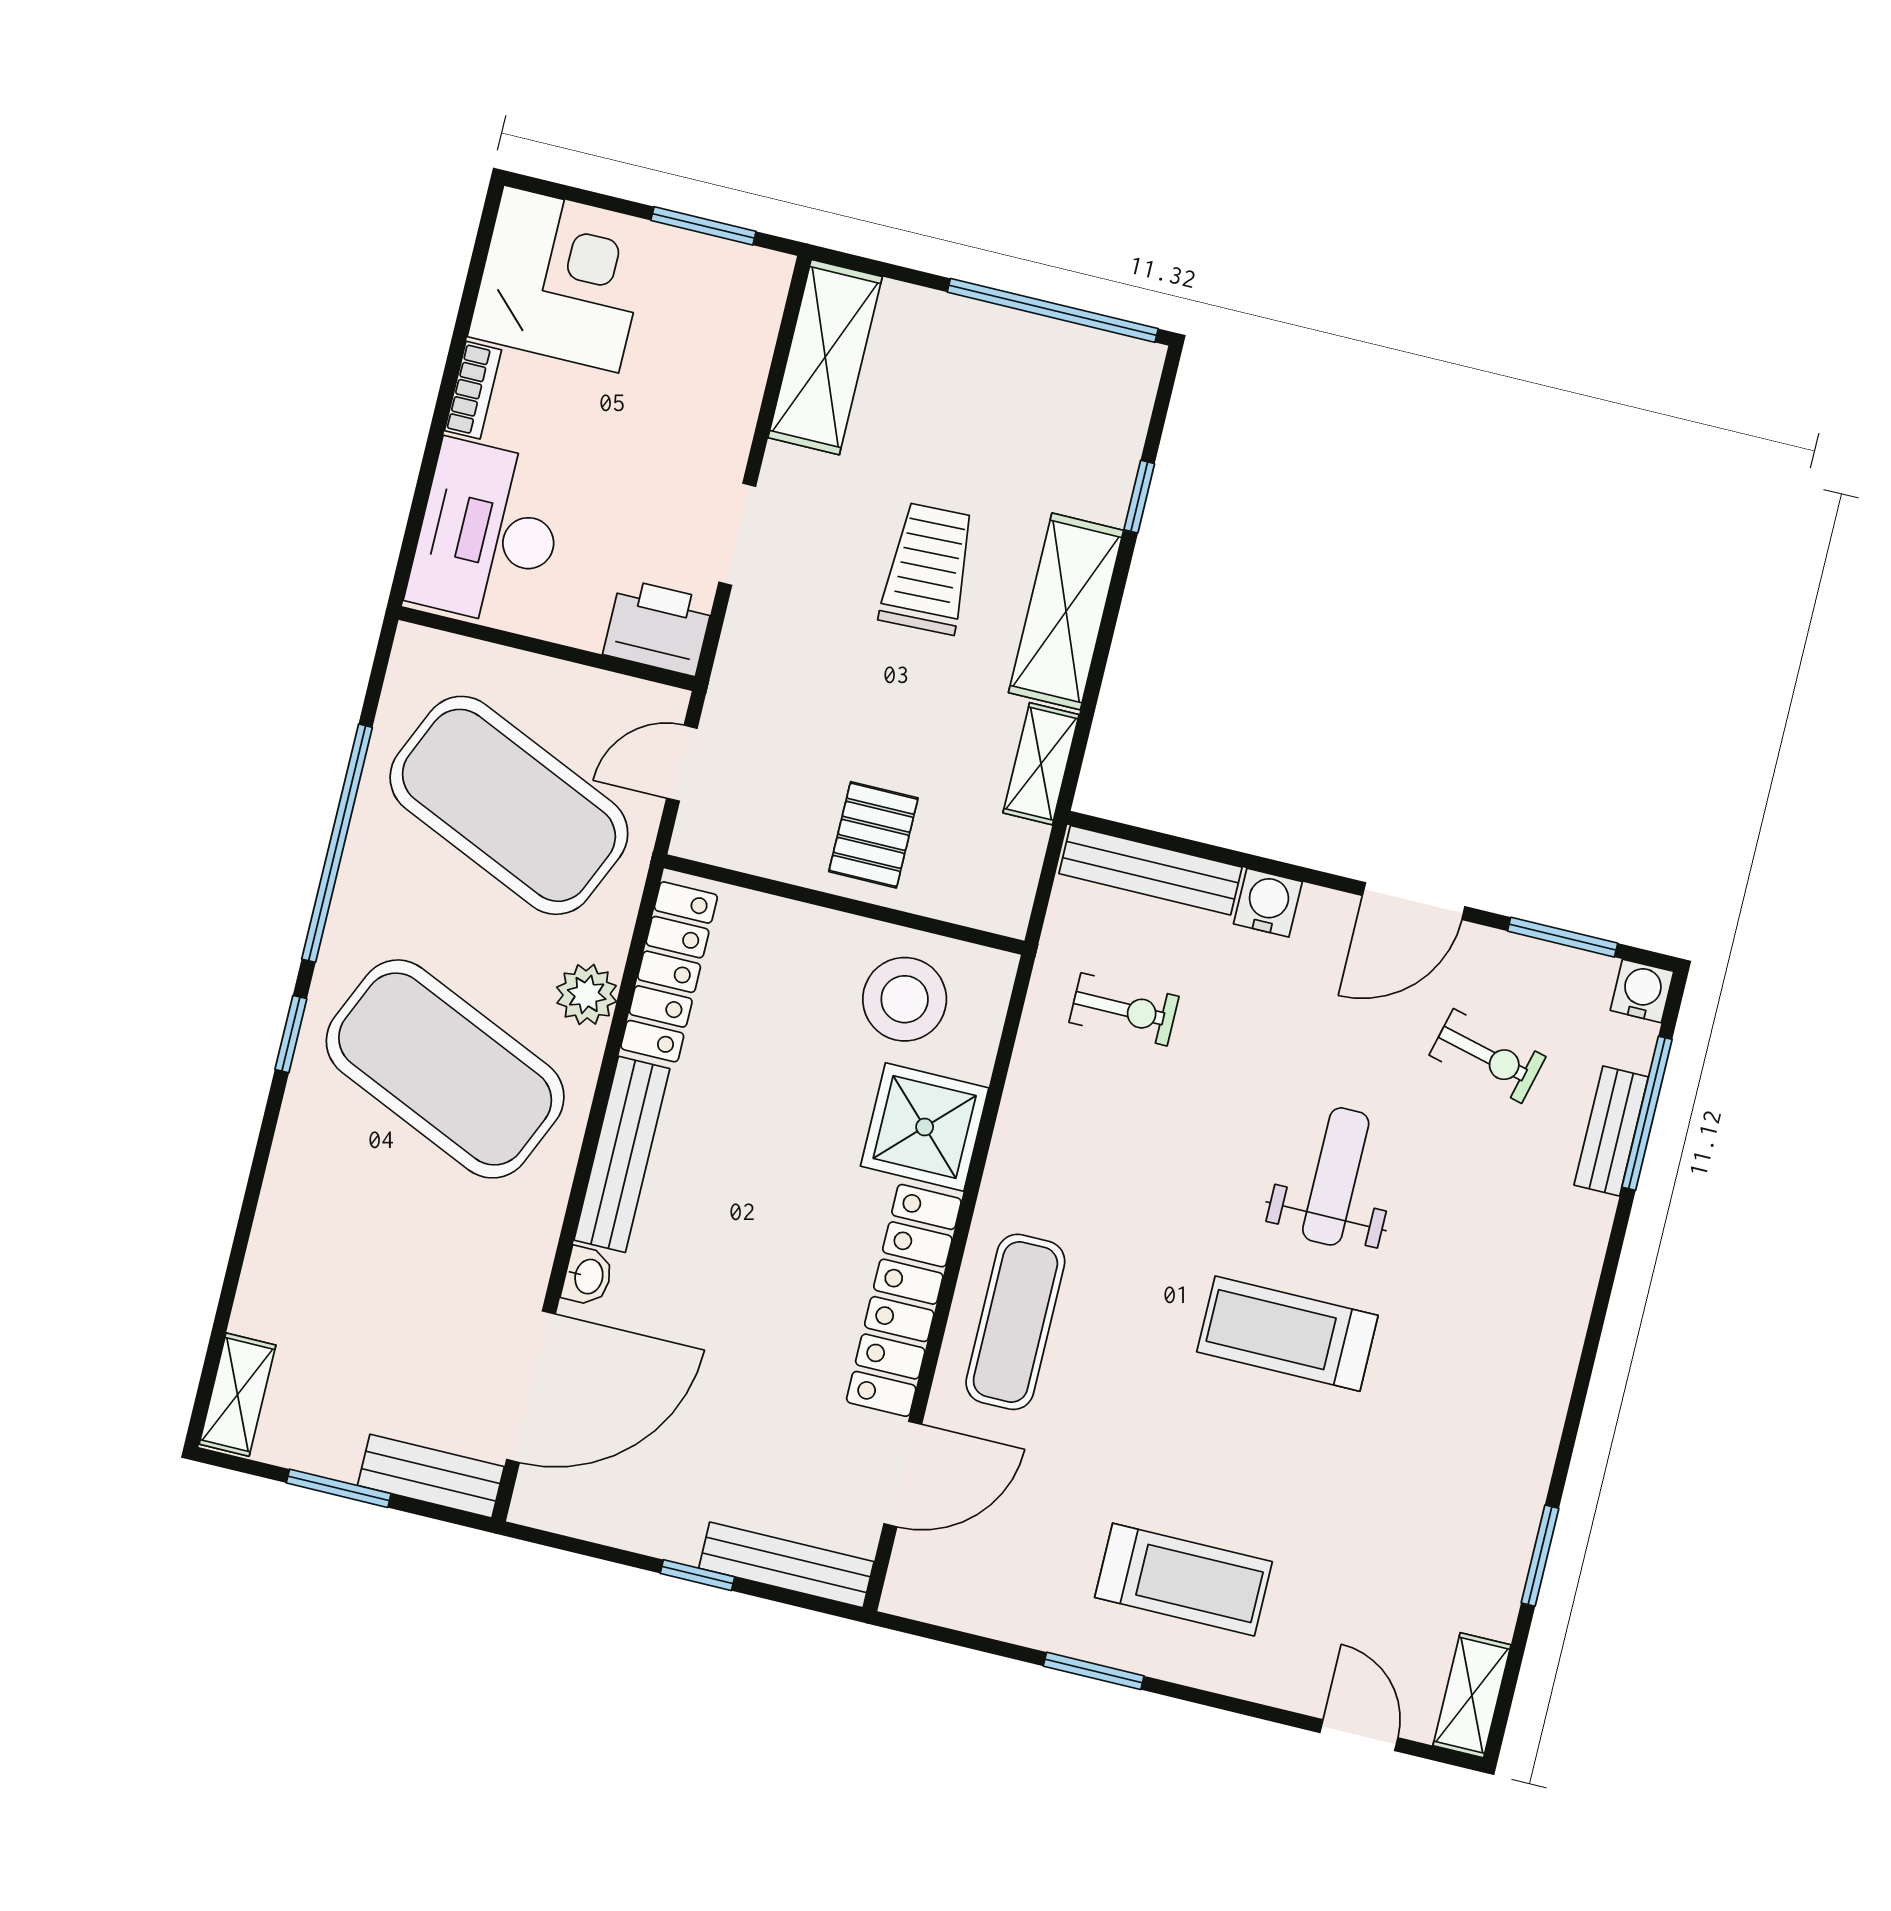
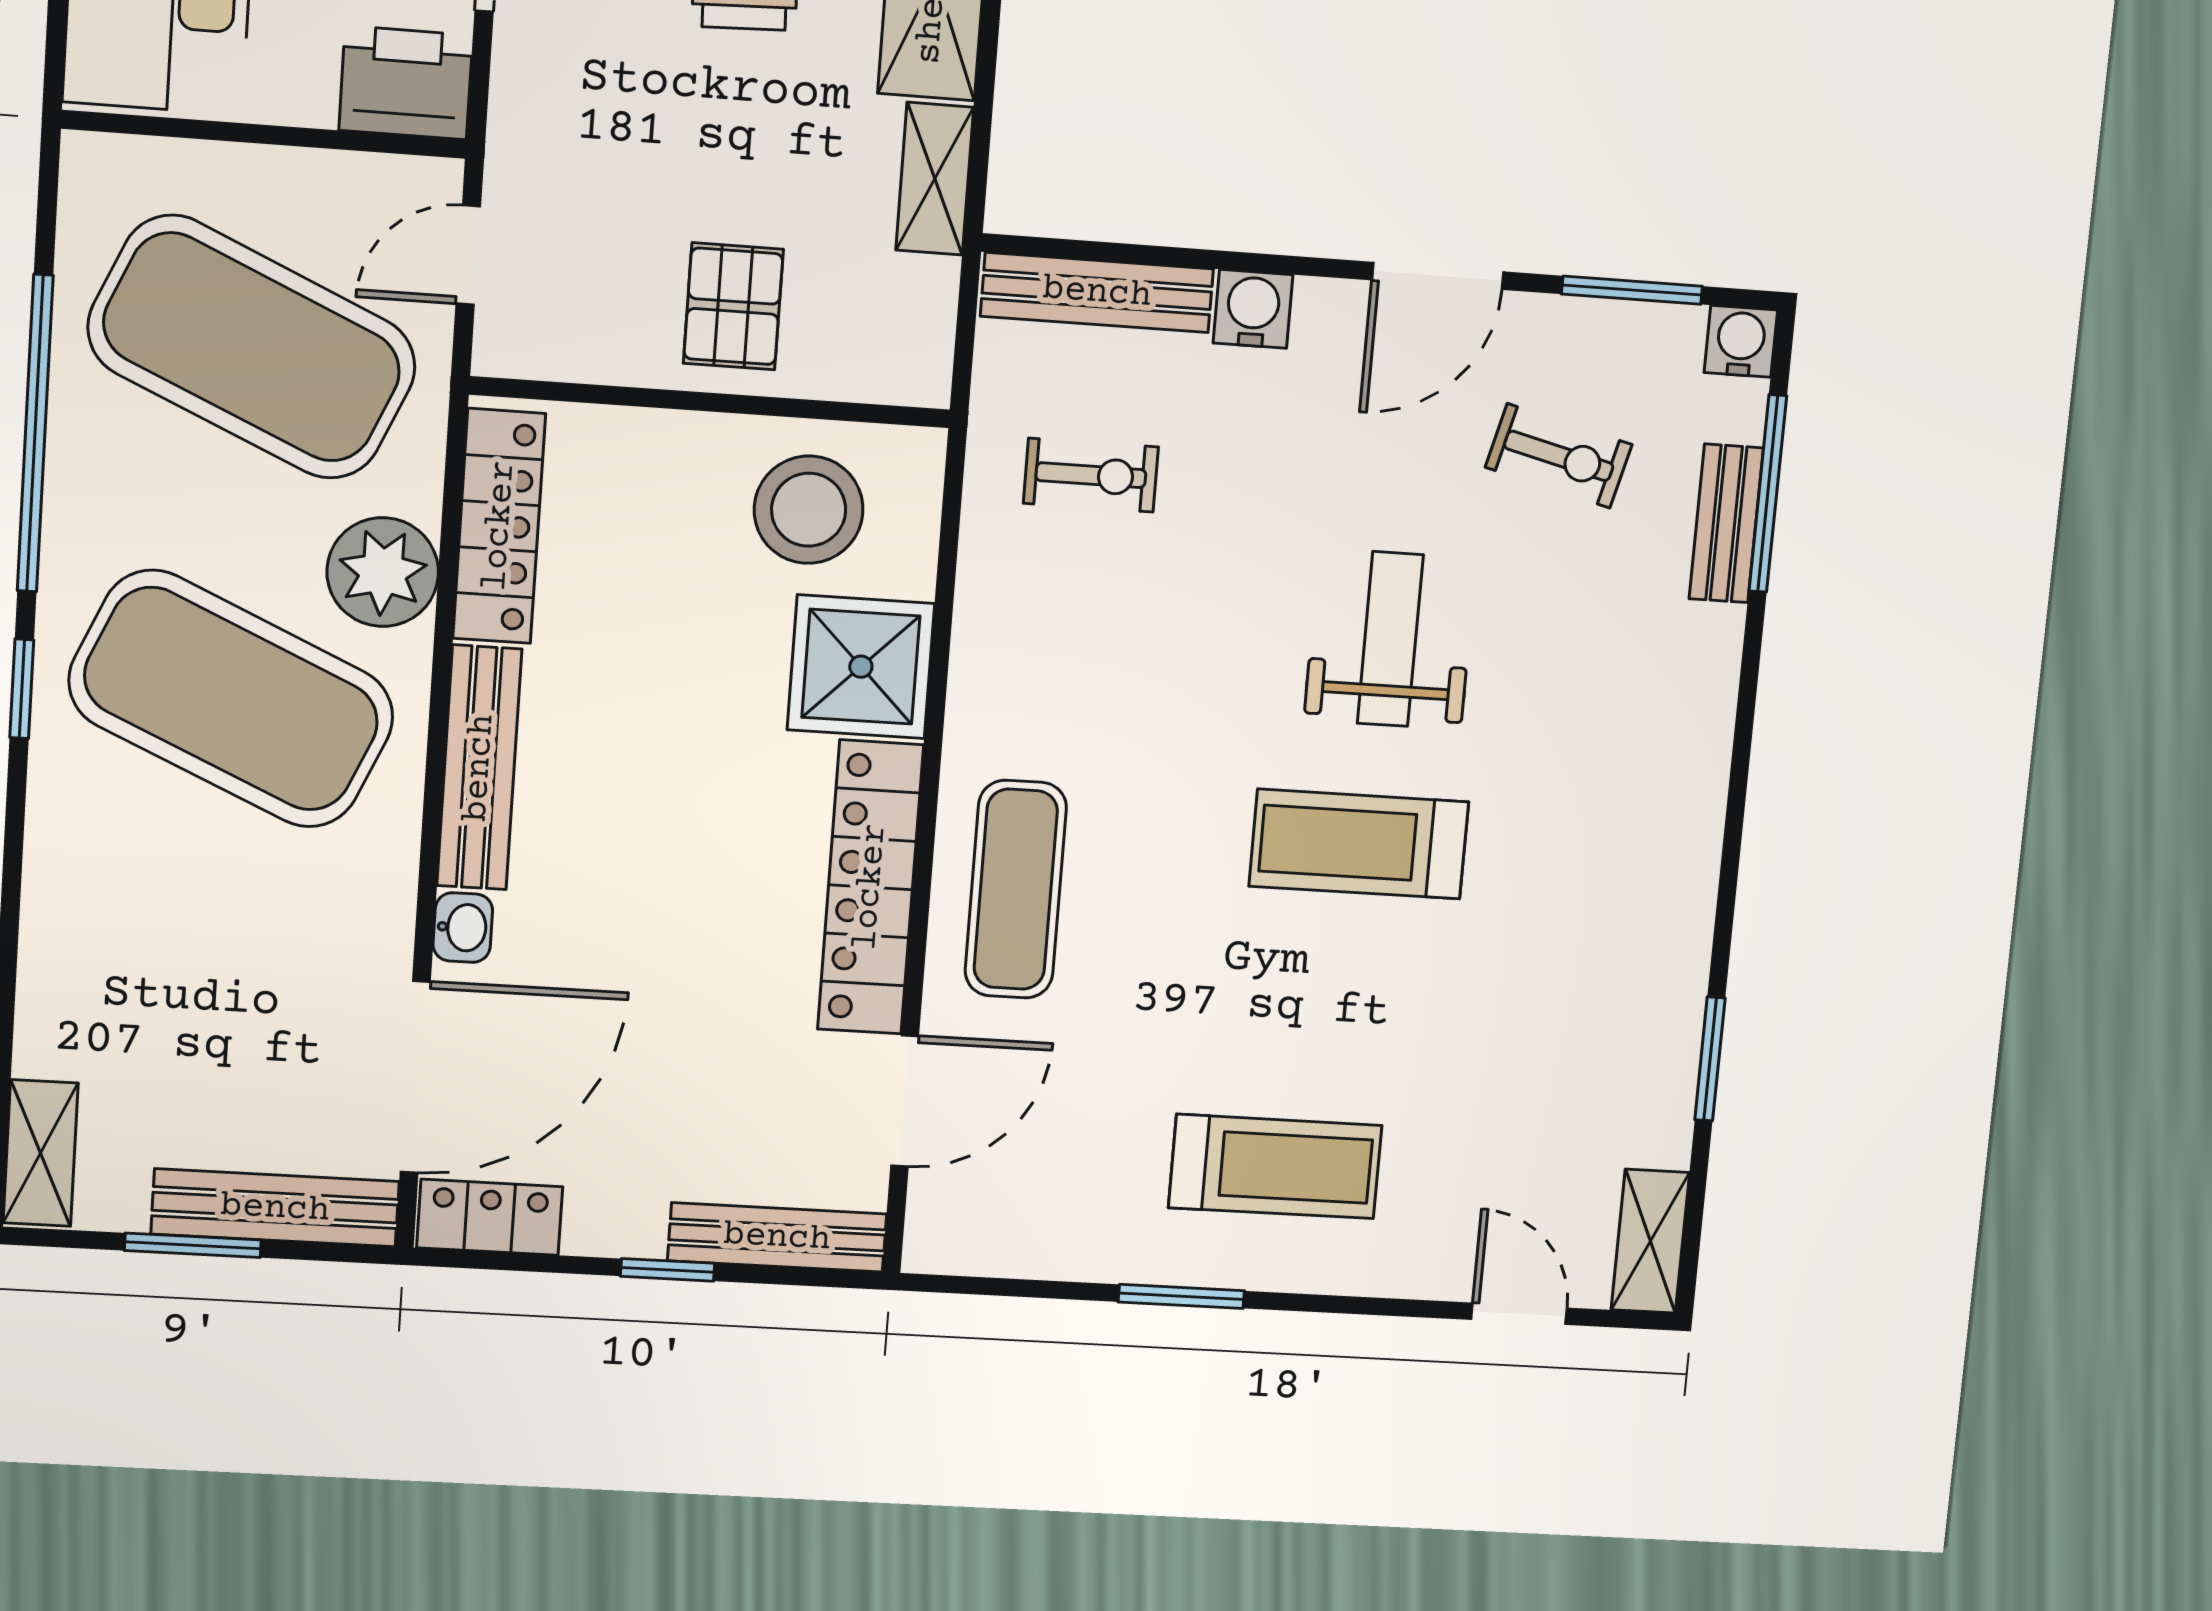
plant: (587, 994) -> (383, 572), width x1.36, depth x1.36
bench: (431, 1476) -> (275, 1208), width x1.36
locker: (568, 1508) -> (490, 1217), added

